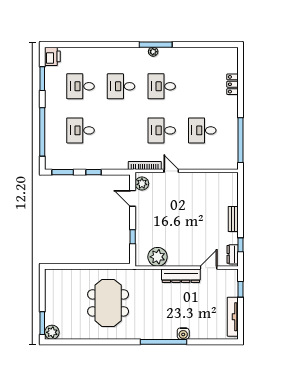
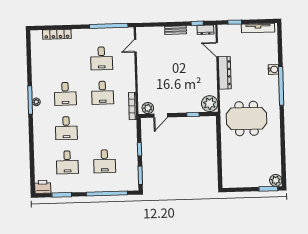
locker: (232, 84) -> (57, 34), width x1.53
door: (171, 171) -> (135, 46), moved
plant: (158, 257) -> (210, 104), moved
meeting table: (108, 303) -> (247, 118), moved

